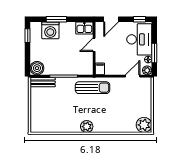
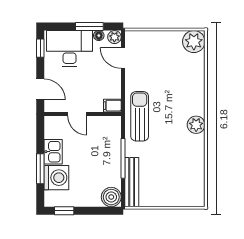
kitchen sink: (84, 28) -> (53, 152), moved
bench: (43, 82) -> (132, 182), width x1.36

